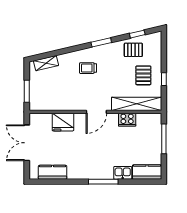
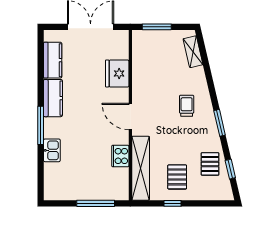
pallet: (143, 75) -> (177, 177), turned 90
kitchen counter: (147, 172) -> (53, 98), moved

